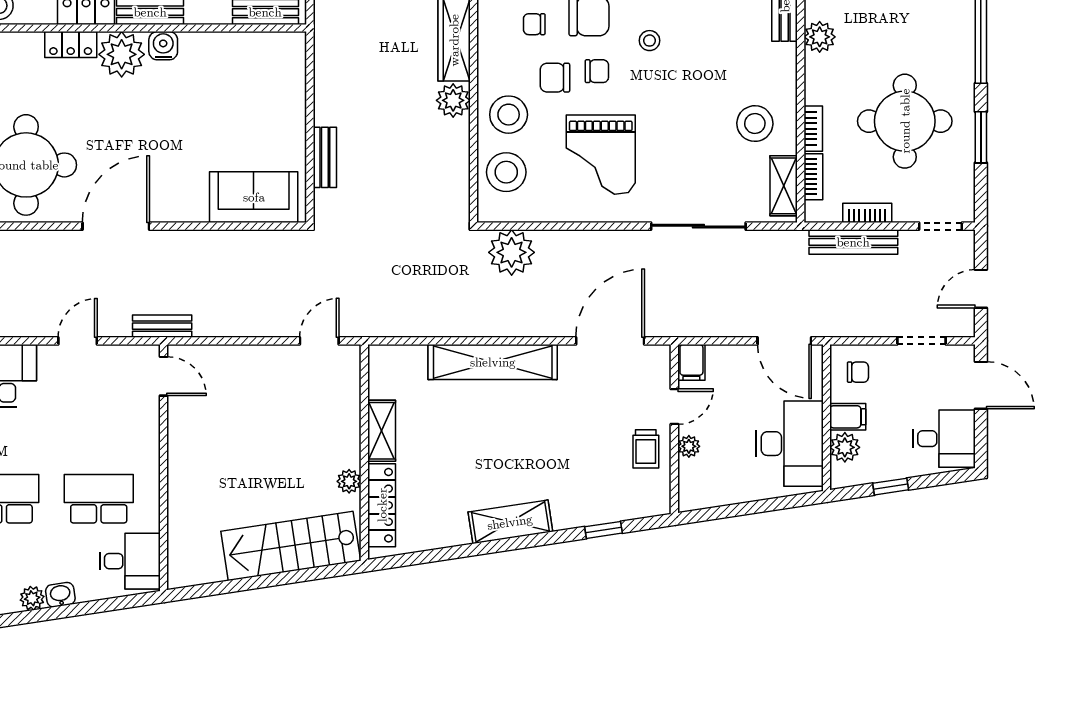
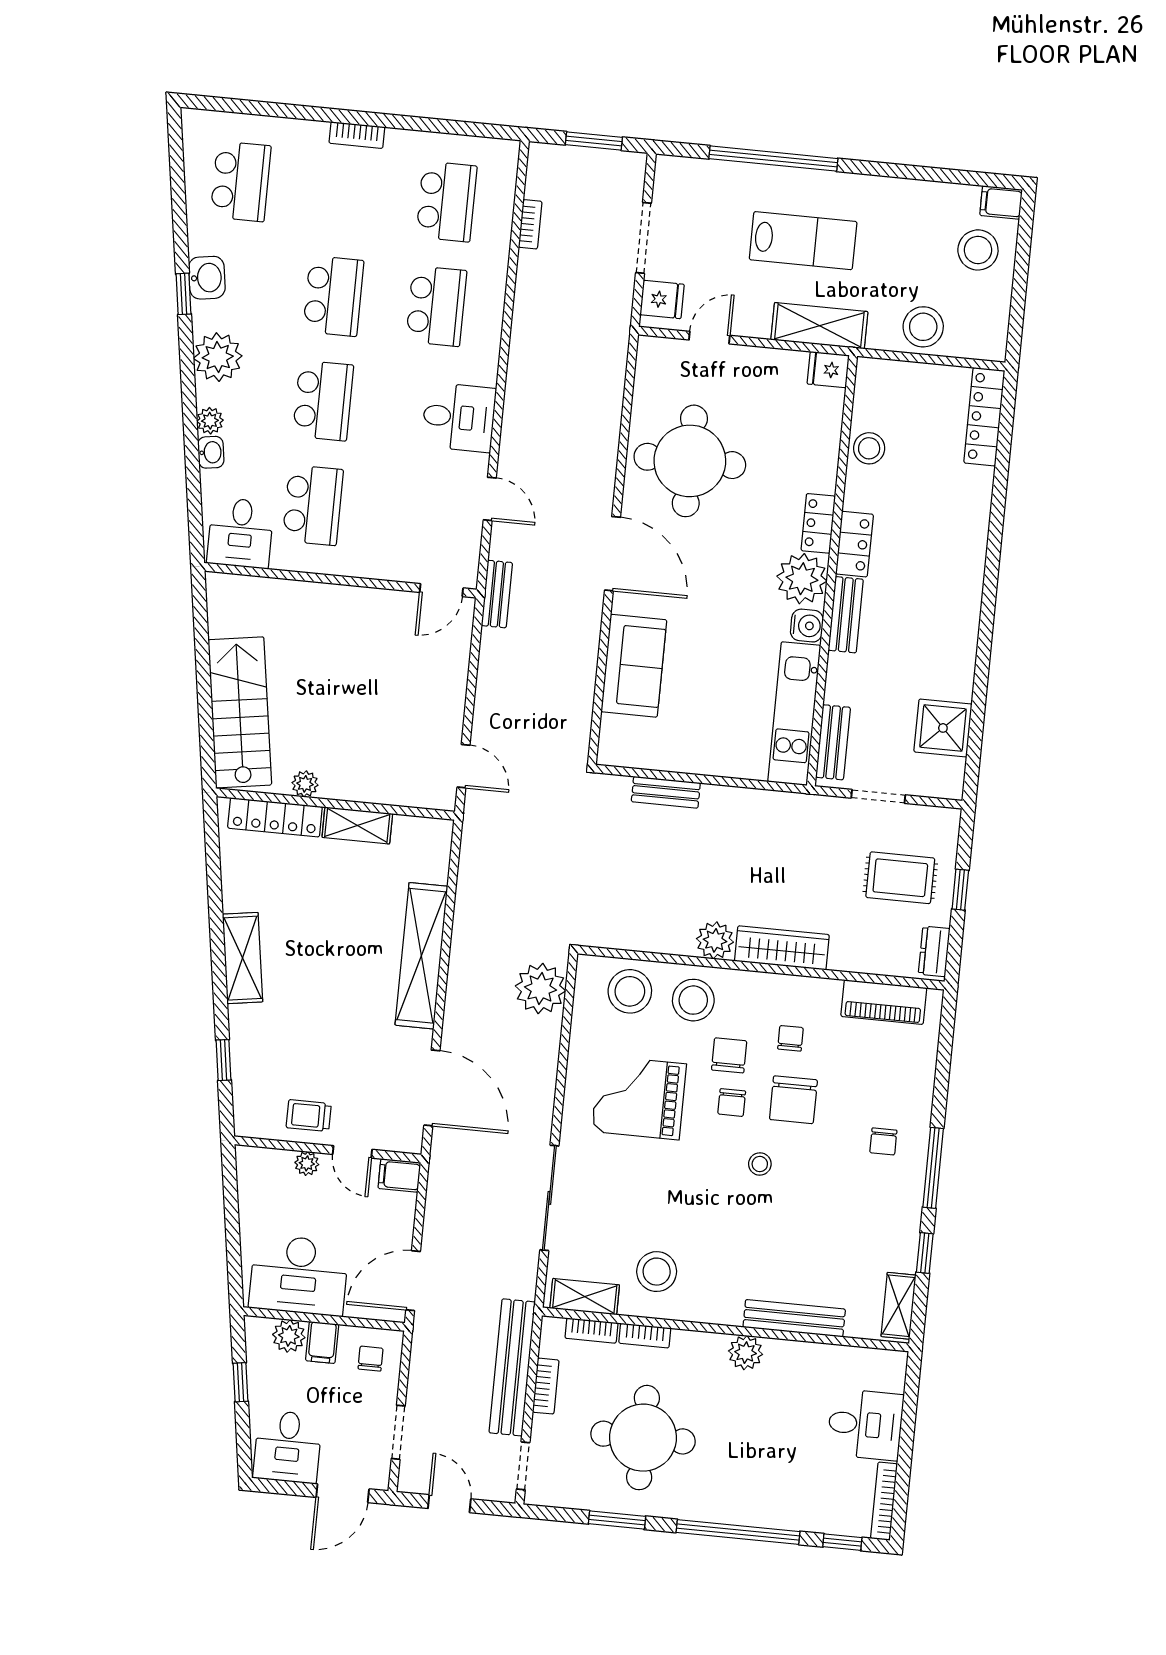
kitchen unit: (243, 49) -> (794, 714), added
sofa: (254, 197) -> (634, 666), moved
bench: (853, 242) -> (512, 1367), width x1.37, depth x1.21
chair: (858, 372) -> (371, 1359), turned 180

